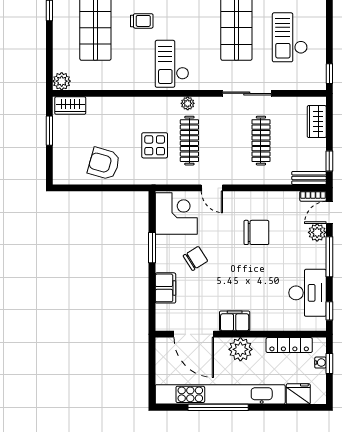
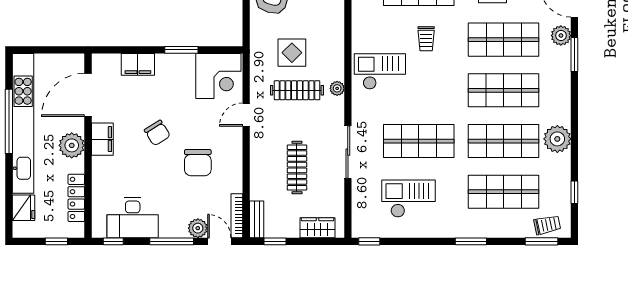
clothes rail: (261, 141) -> (297, 168), turned 90
bookcase: (313, 196) -> (237, 216), width x1.56
chair: (195, 258) -> (157, 133), moved
water cooler: (320, 363) -> (57, 232), removed

